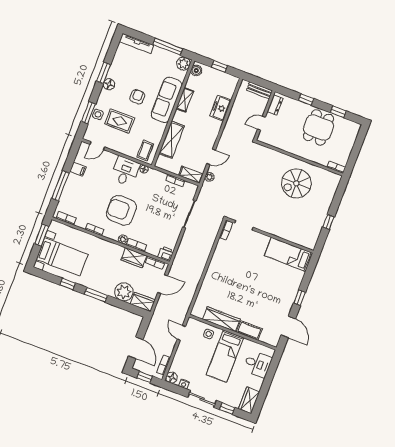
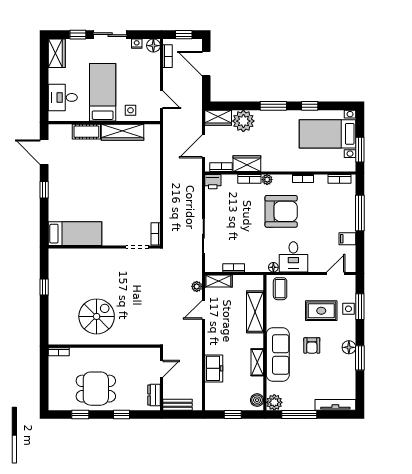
dining table: (318, 127) -> (96, 389), turned 90

